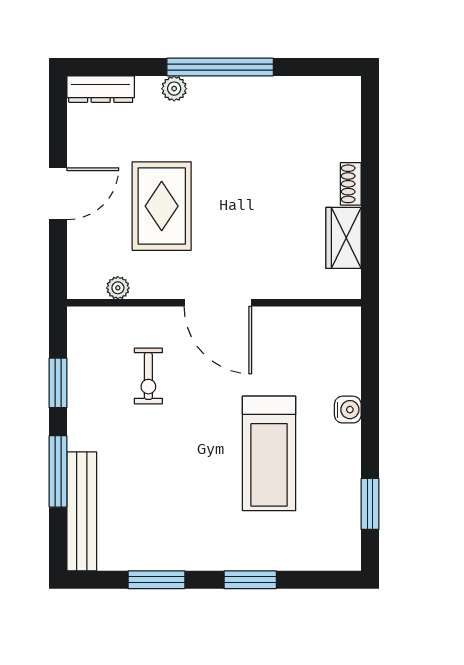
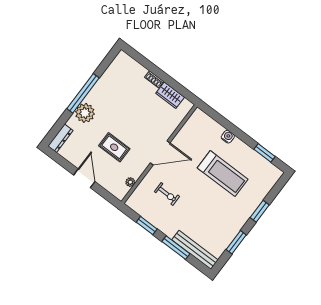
plant: (174, 89) -> (85, 113), width x1.87, depth x1.87
rug: (162, 206) -> (114, 147), width x0.73, depth x0.70

